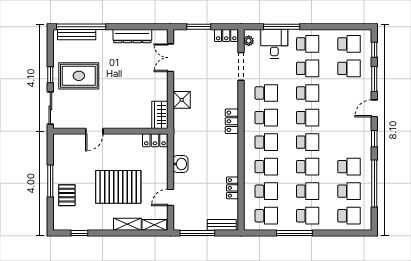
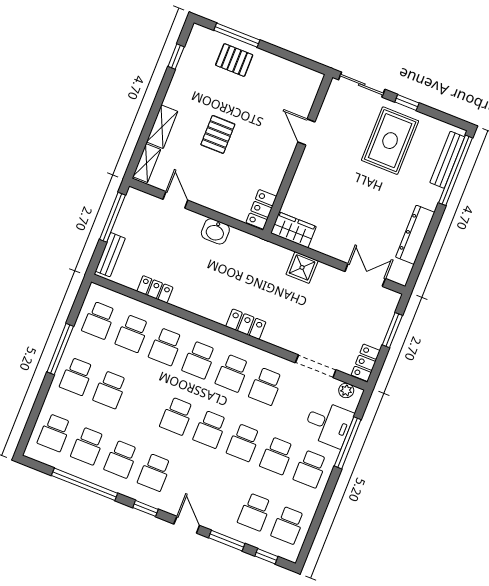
school desk: (308, 167) -> (154, 472), moved
window: (50, 181) -> (237, 35), moved
pallet: (118, 187) -> (218, 134), width x0.49, depth x0.50

